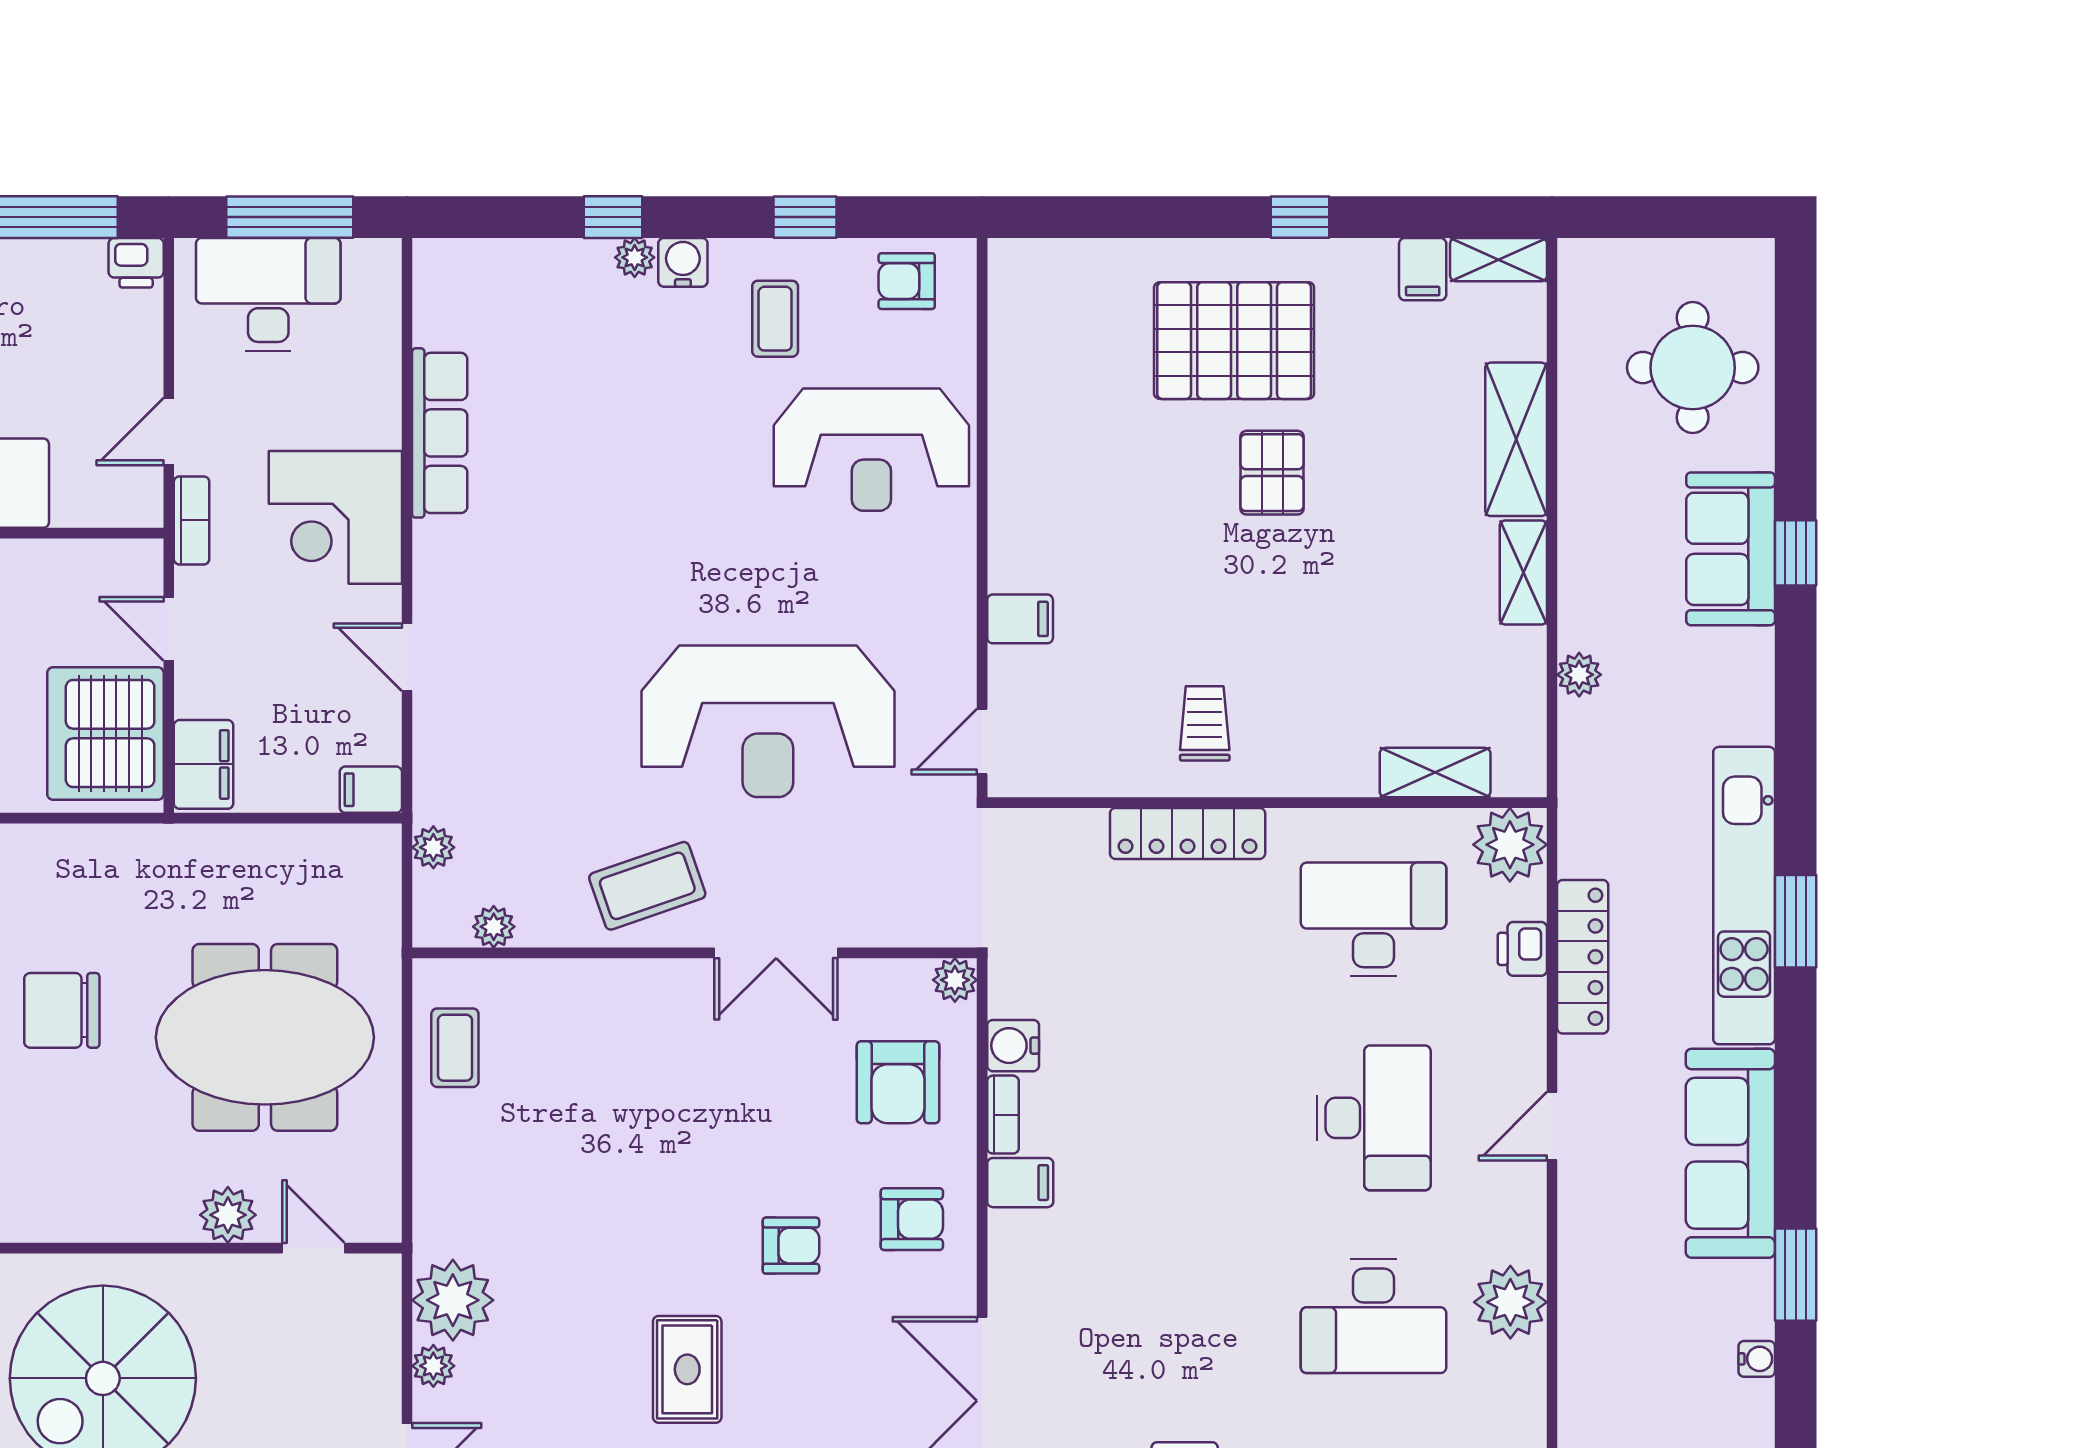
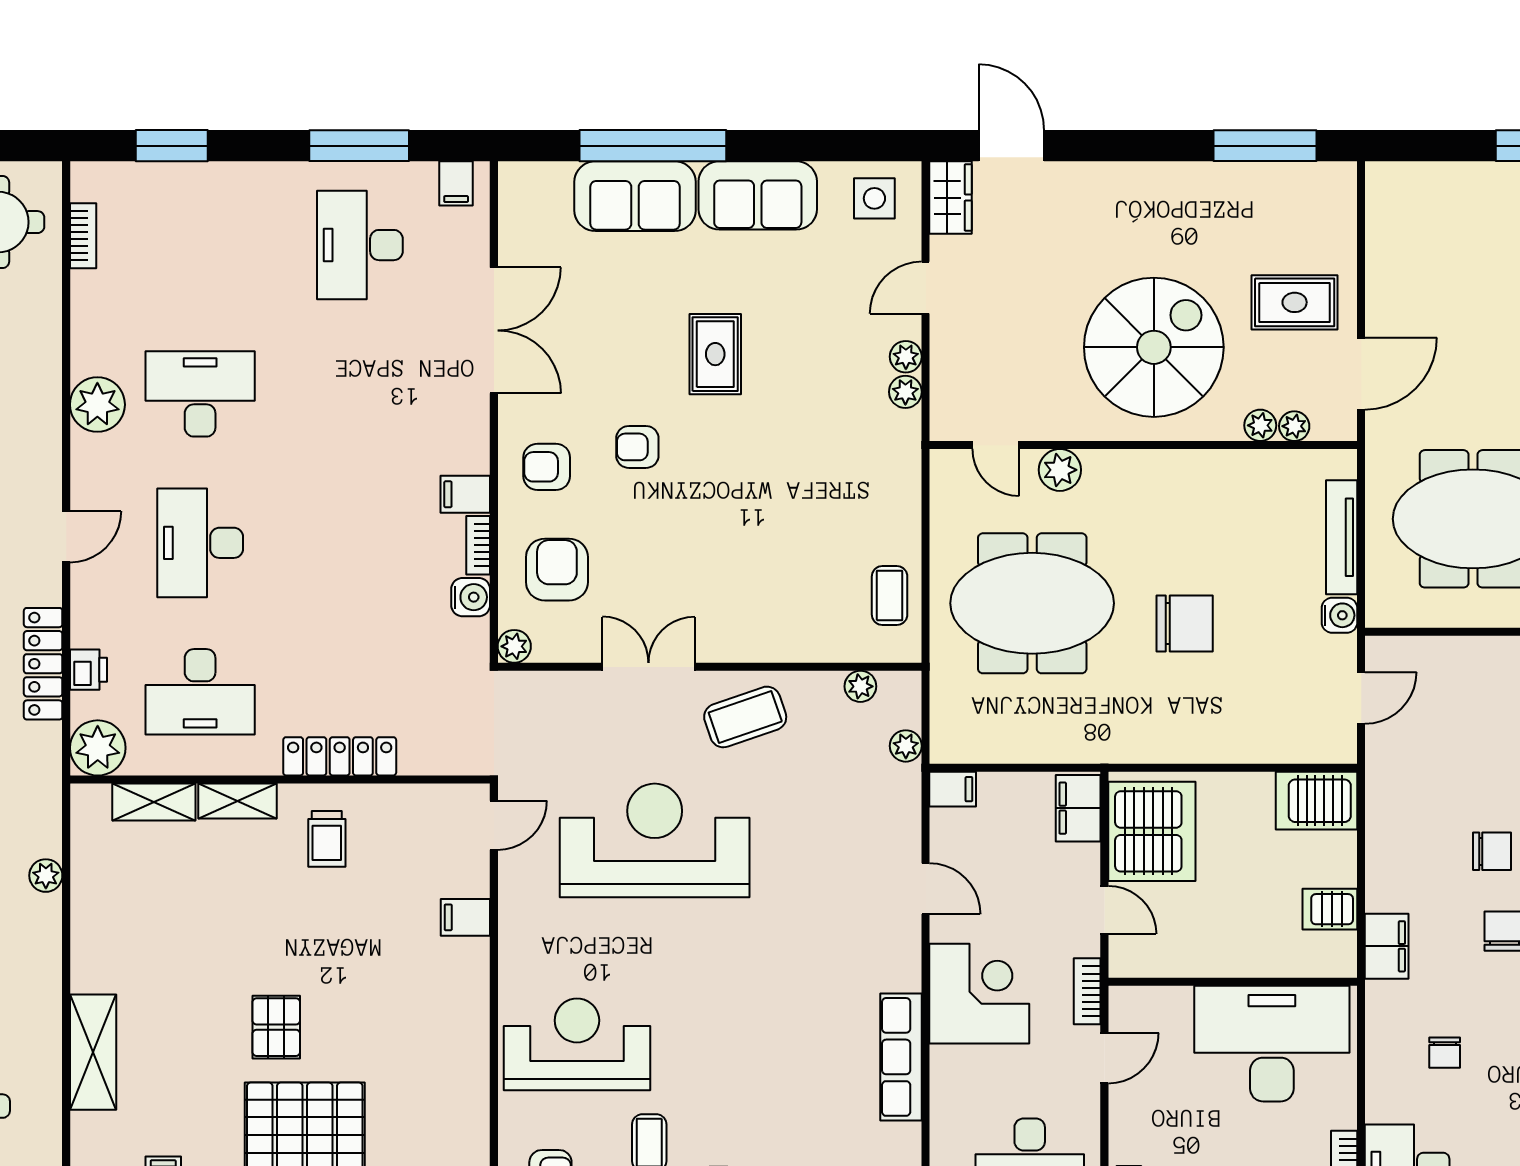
shelving: (1523, 573) -> (238, 801), moved, turned 90
plant: (453, 1300) -> (905, 392), width x0.53, depth x0.53

